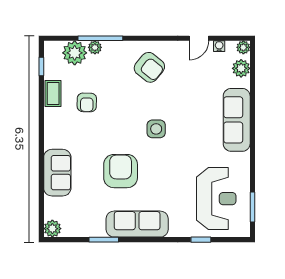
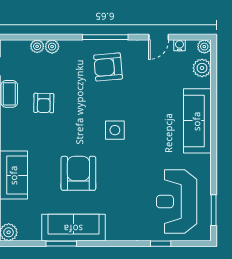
window: (100, 38) -> (105, 37), moved
plant: (75, 53) -> (37, 46), width x0.53, depth x0.53
armchair: (149, 67) -> (108, 67), turned 136
reception desk: (216, 199) -> (177, 202), turned 180
sofa: (137, 224) -> (73, 228), moved

